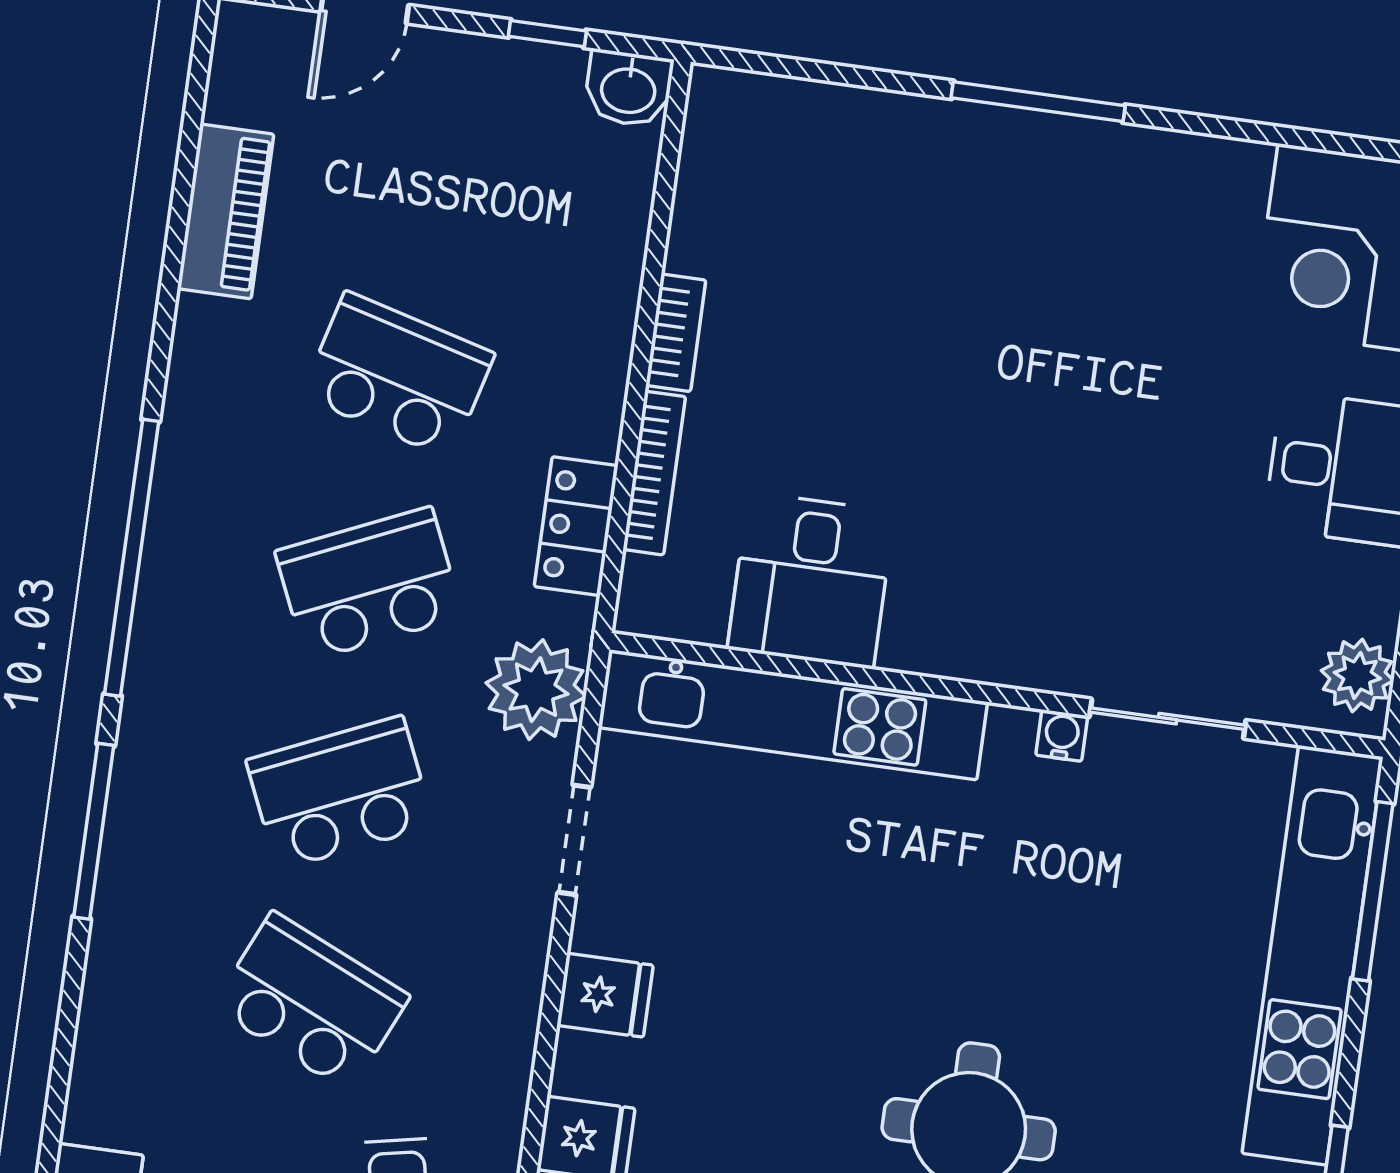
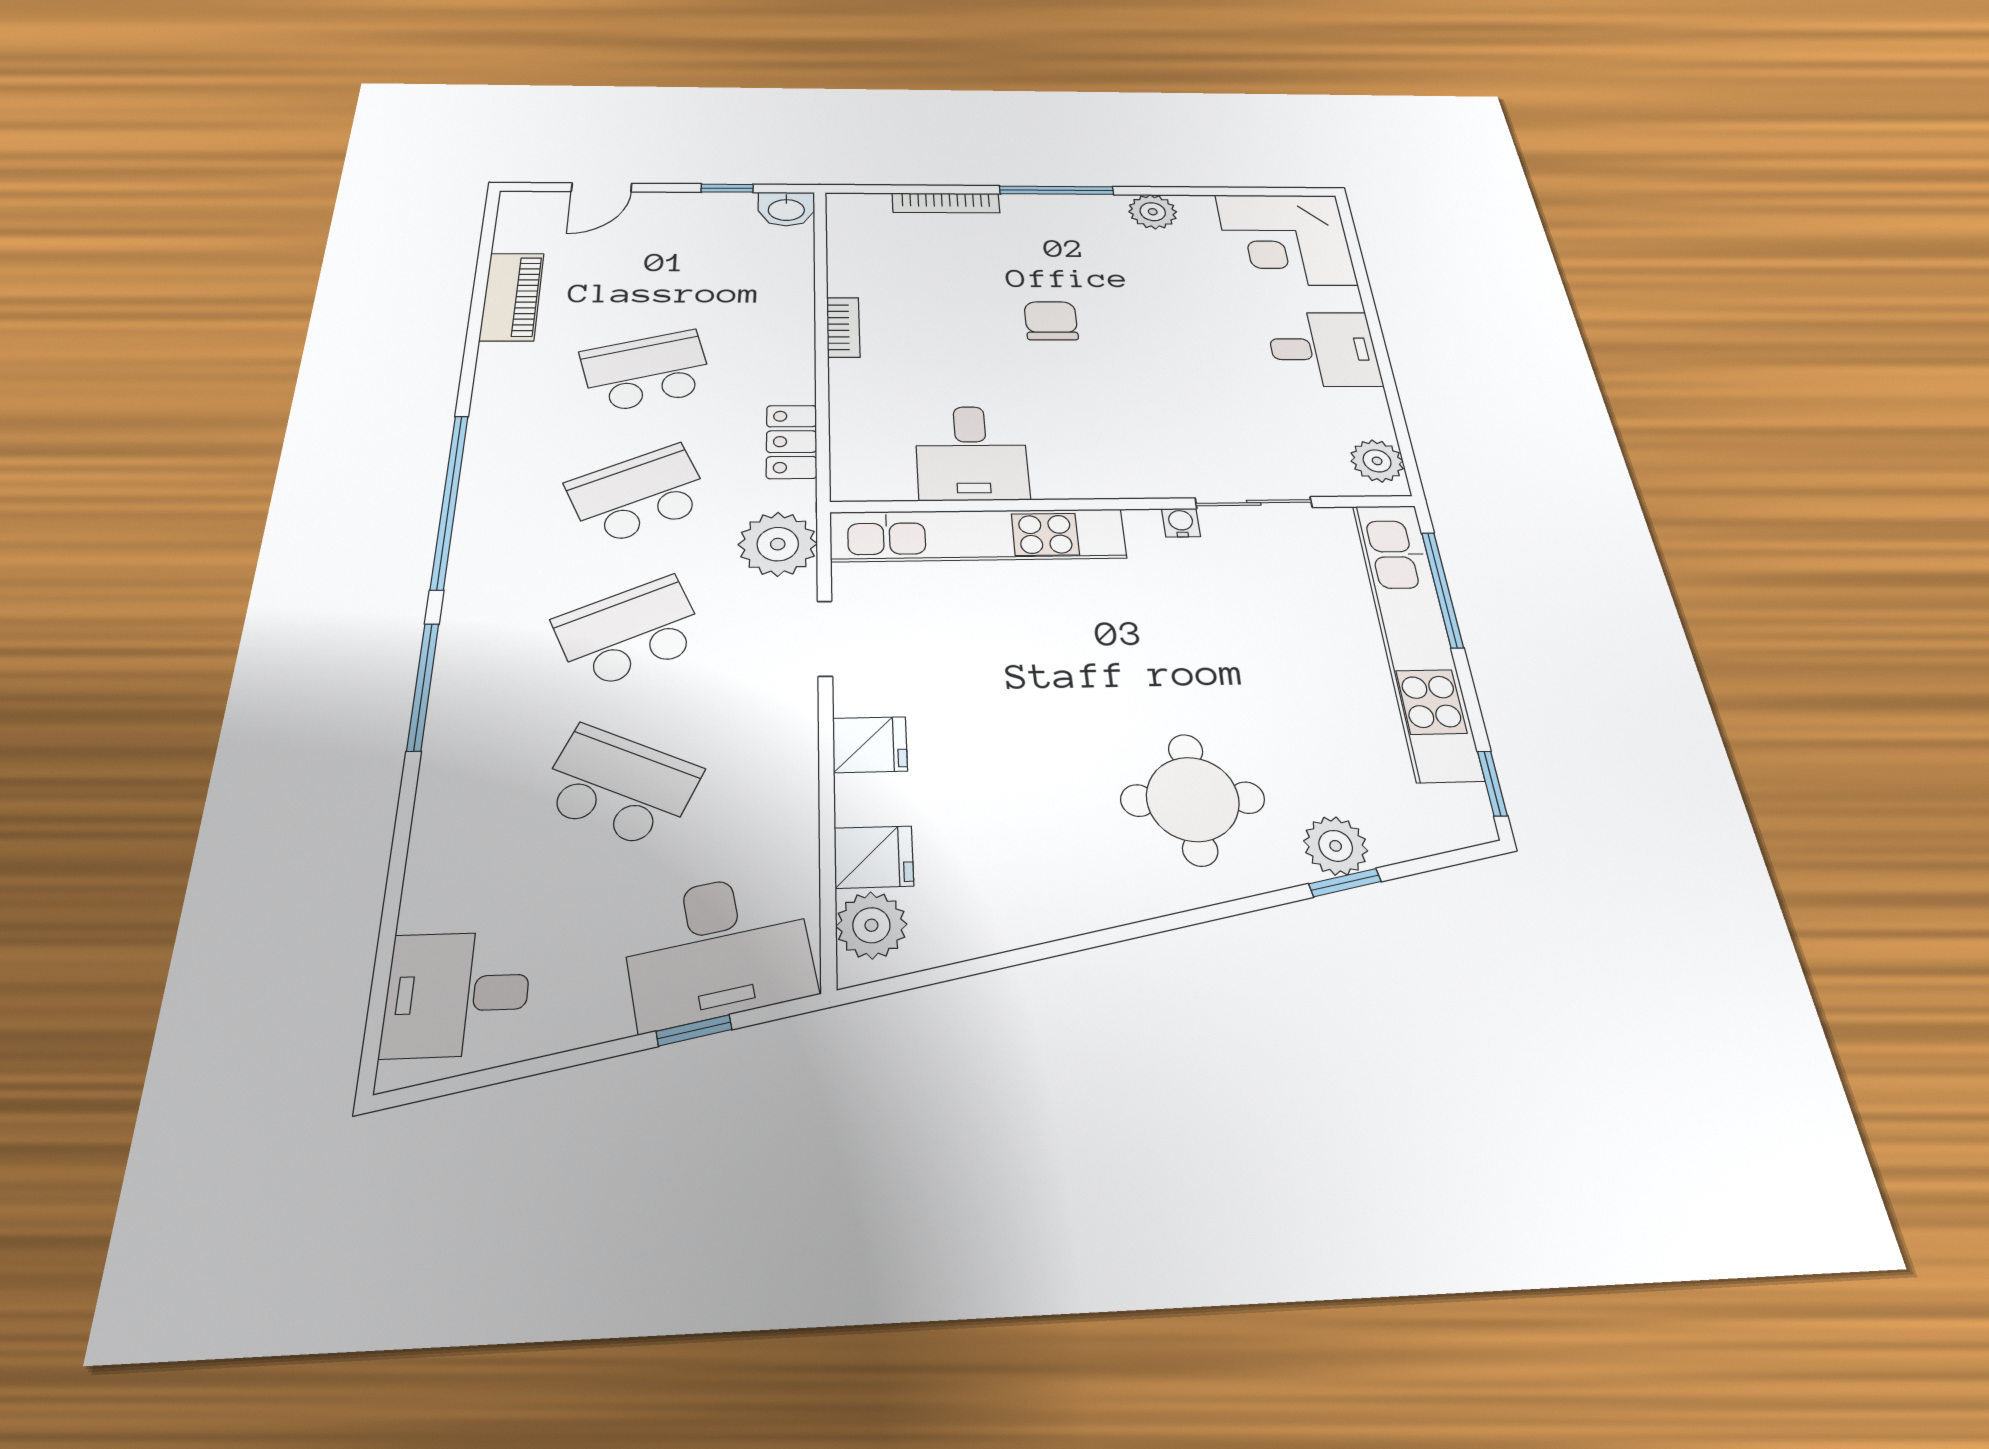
plant: (1173, 166) -> (1153, 212), added
chair: (971, 362) -> (1051, 321), added
school desk: (398, 375) -> (647, 371), turned -30
bookcase: (654, 473) -> (946, 203), moved, turned 90

